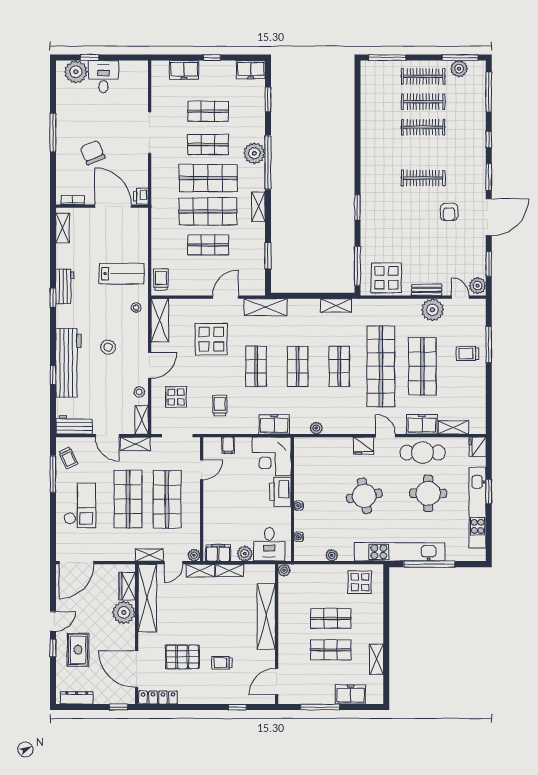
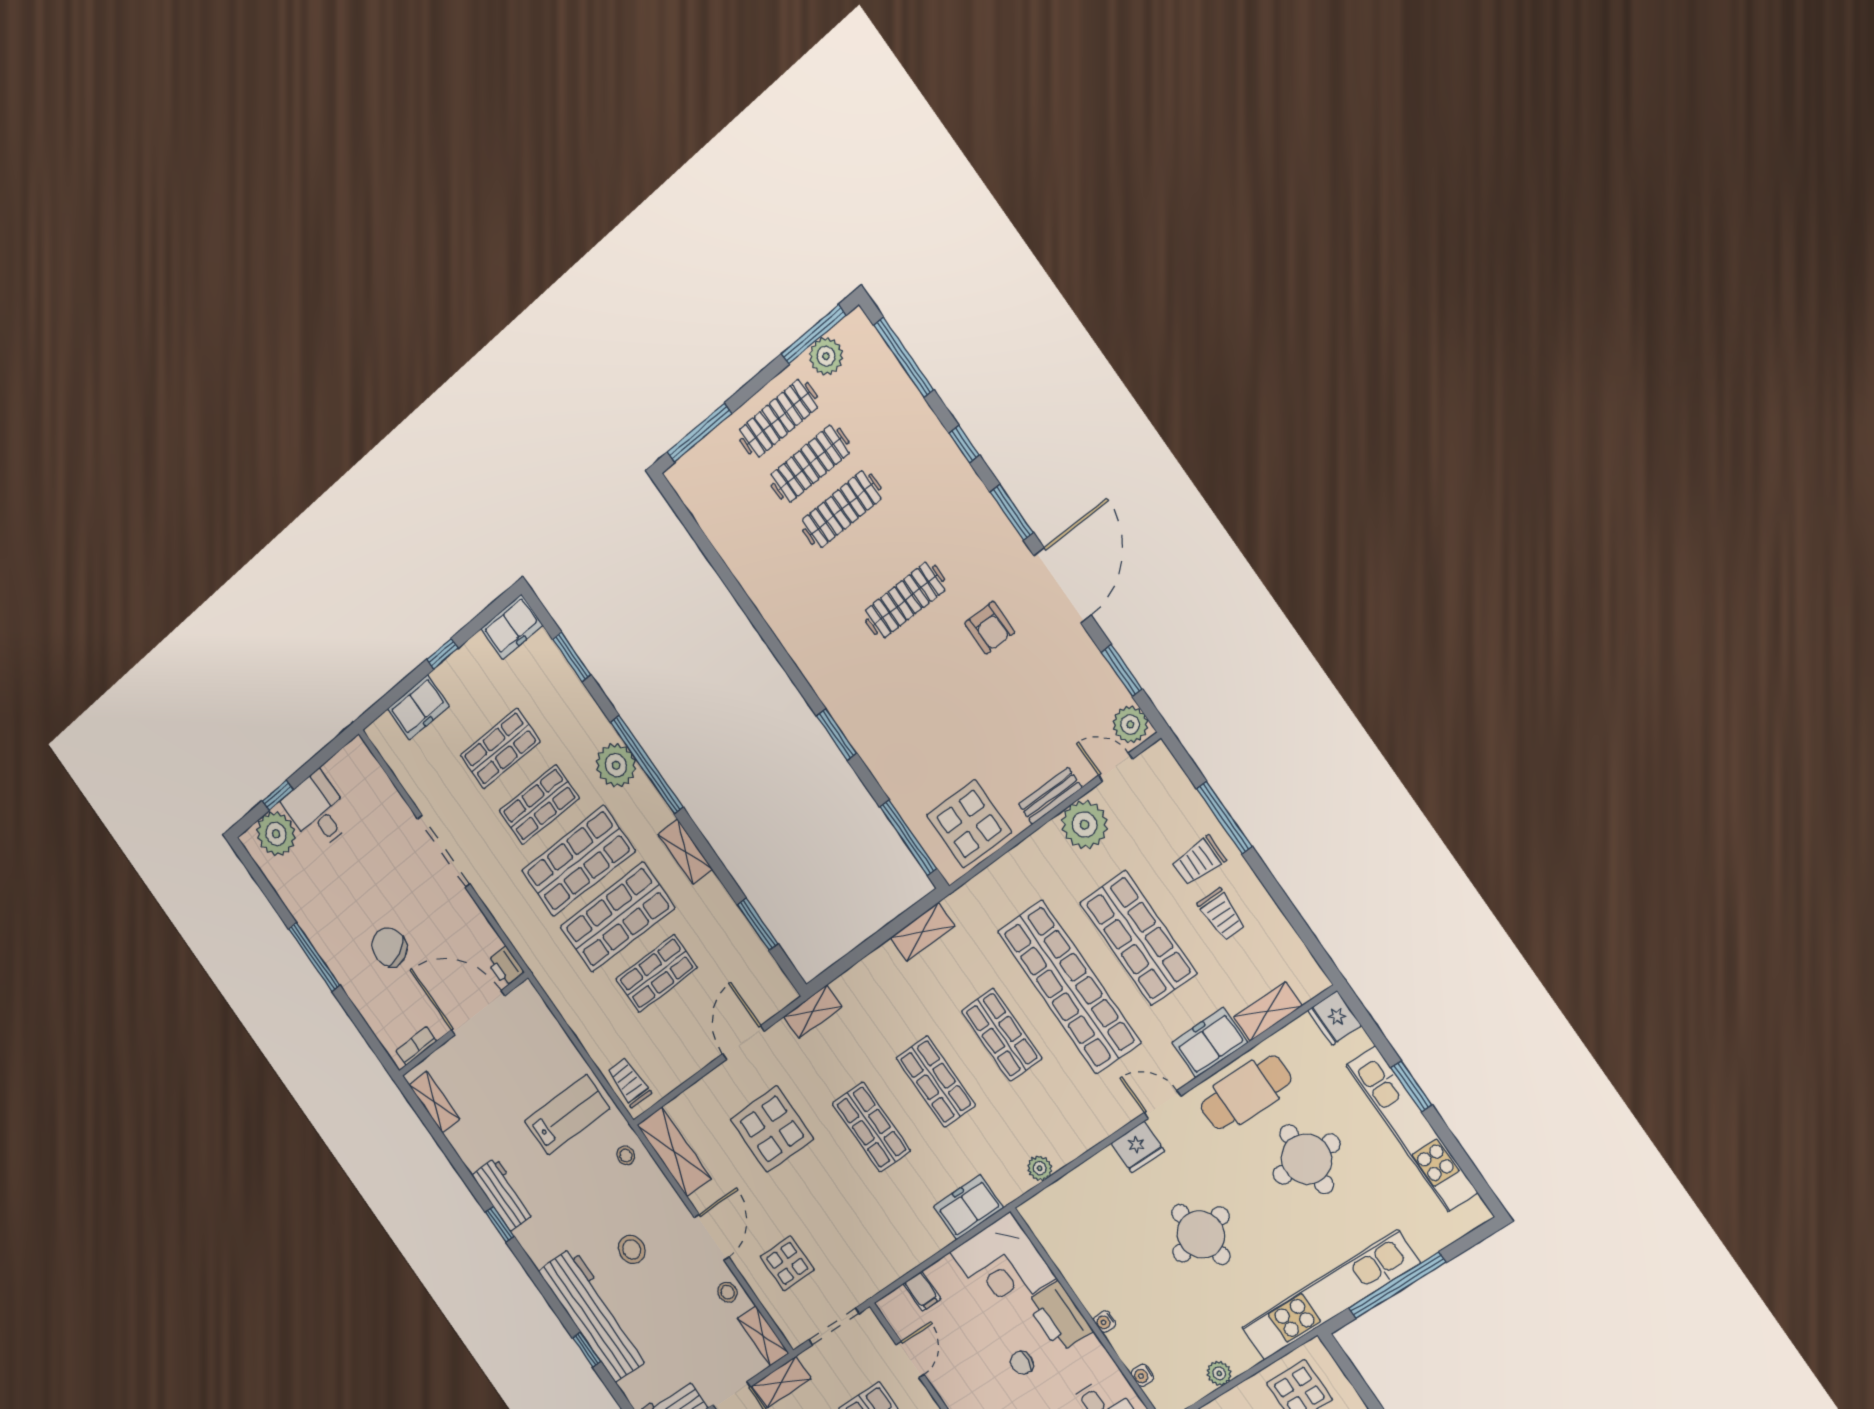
shelving: (265, 307) -> (813, 1012), width x0.67, depth x0.75
trolley: (220, 406) -> (1221, 914), moved, turned 180
chair: (250, 501) -> (1022, 1363), added

